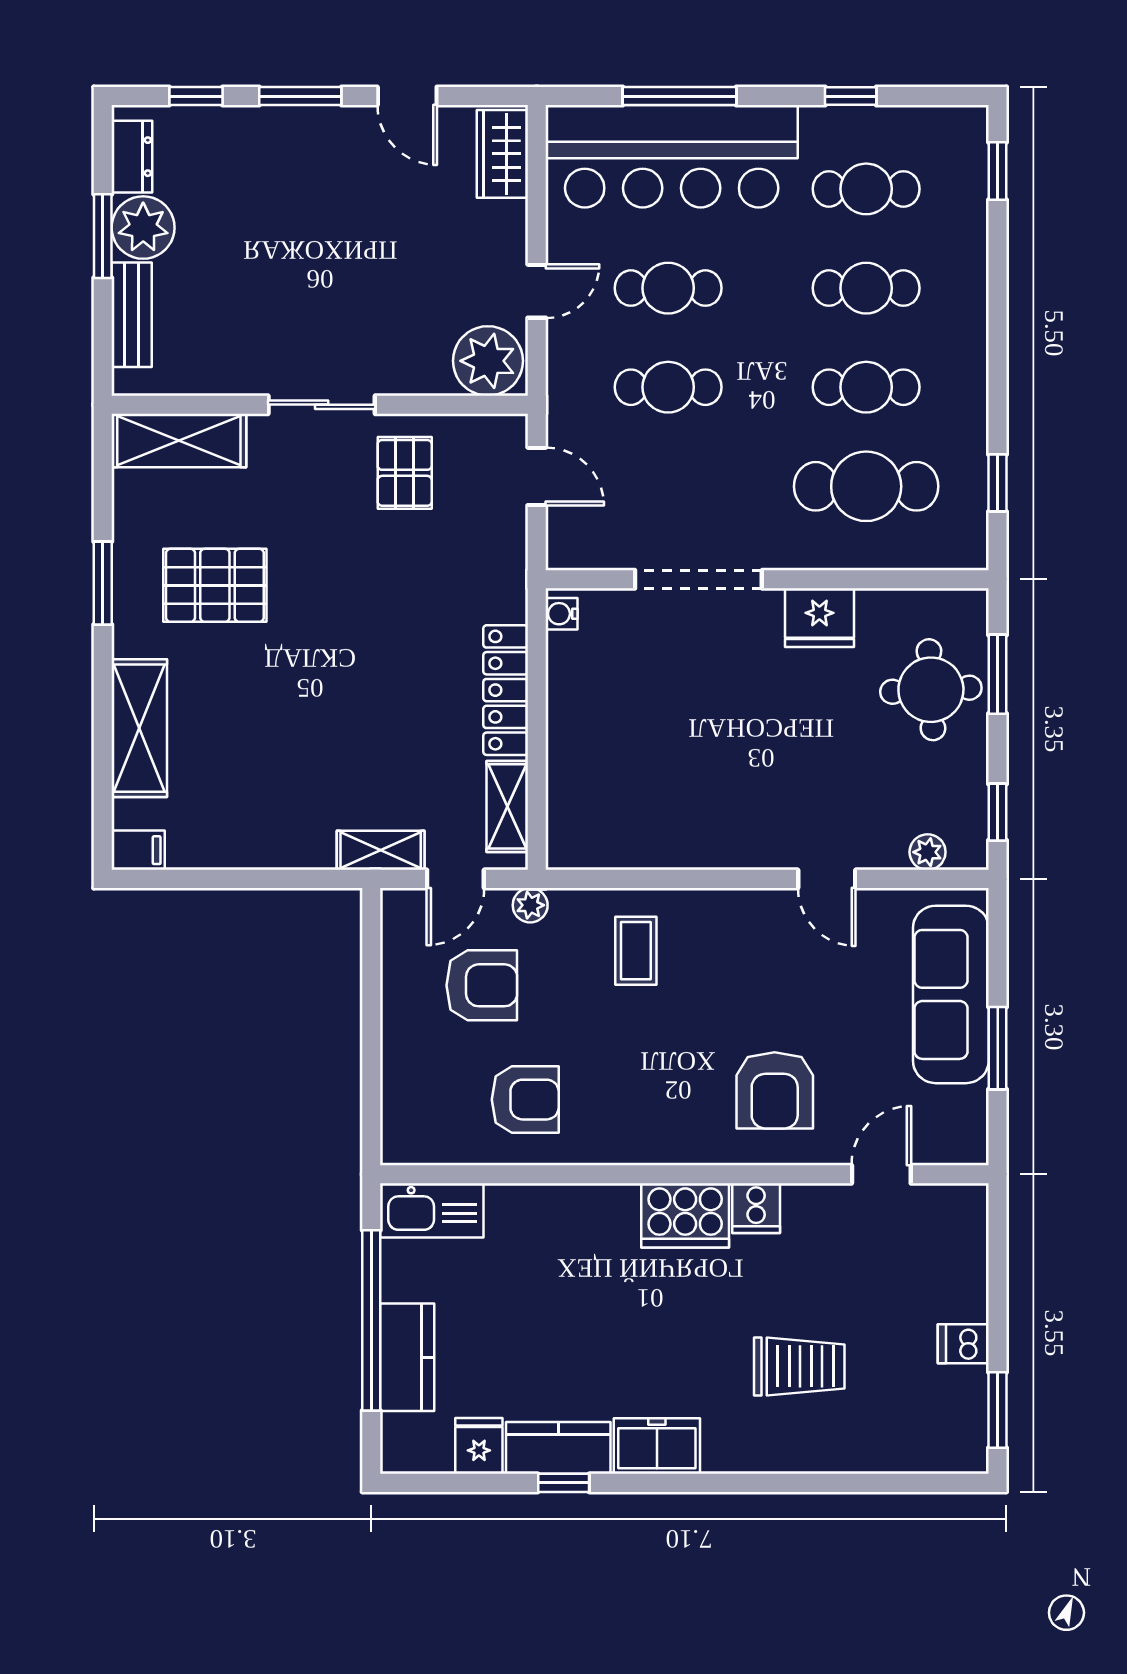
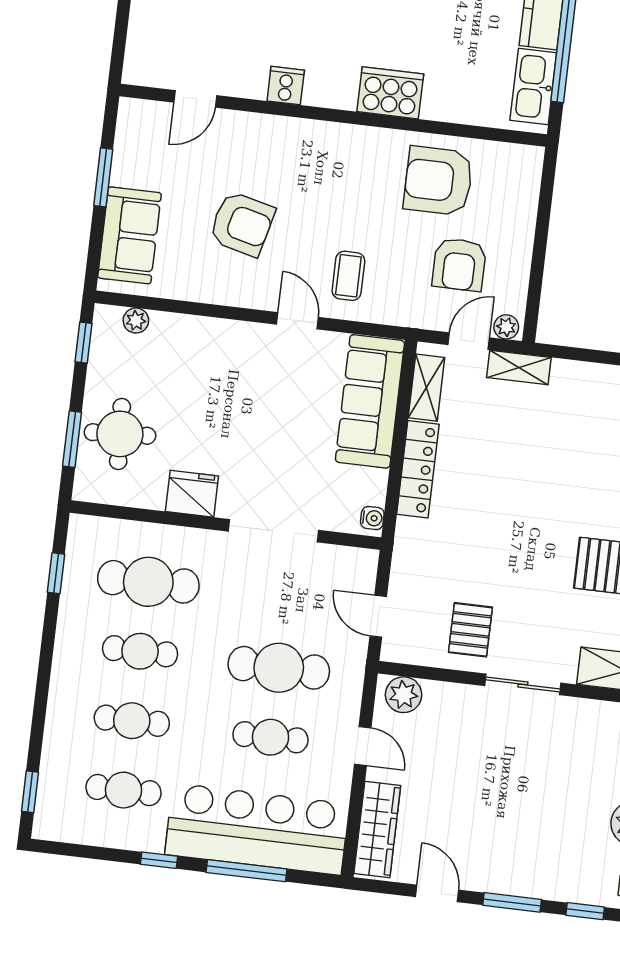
window: (851, 96) -> (159, 860), moved
wardrobe: (502, 154) -> (377, 830), width x1.50
door: (537, 291) -> (363, 746), swing flipped
plant: (488, 361) -> (404, 695), width x0.73, depth x0.73
cafe table: (668, 387) -> (279, 668), width x1.37, depth x1.35
sofa: (584, 778) -> (370, 401), added
door: (827, 879) -> (297, 321), moved
plant: (530, 905) -> (506, 327), moved
armchair: (482, 985) -> (459, 265), turned -90
sofa: (951, 994) -> (130, 235), width x0.73
armchair: (775, 1090) -> (242, 224), moved, turned 104
armchair: (525, 1100) -> (438, 181), width x1.36, depth x1.36
kitchen sink: (432, 1210) -> (533, 87), moved, turned -90
cooker: (685, 1215) -> (390, 93), moved

